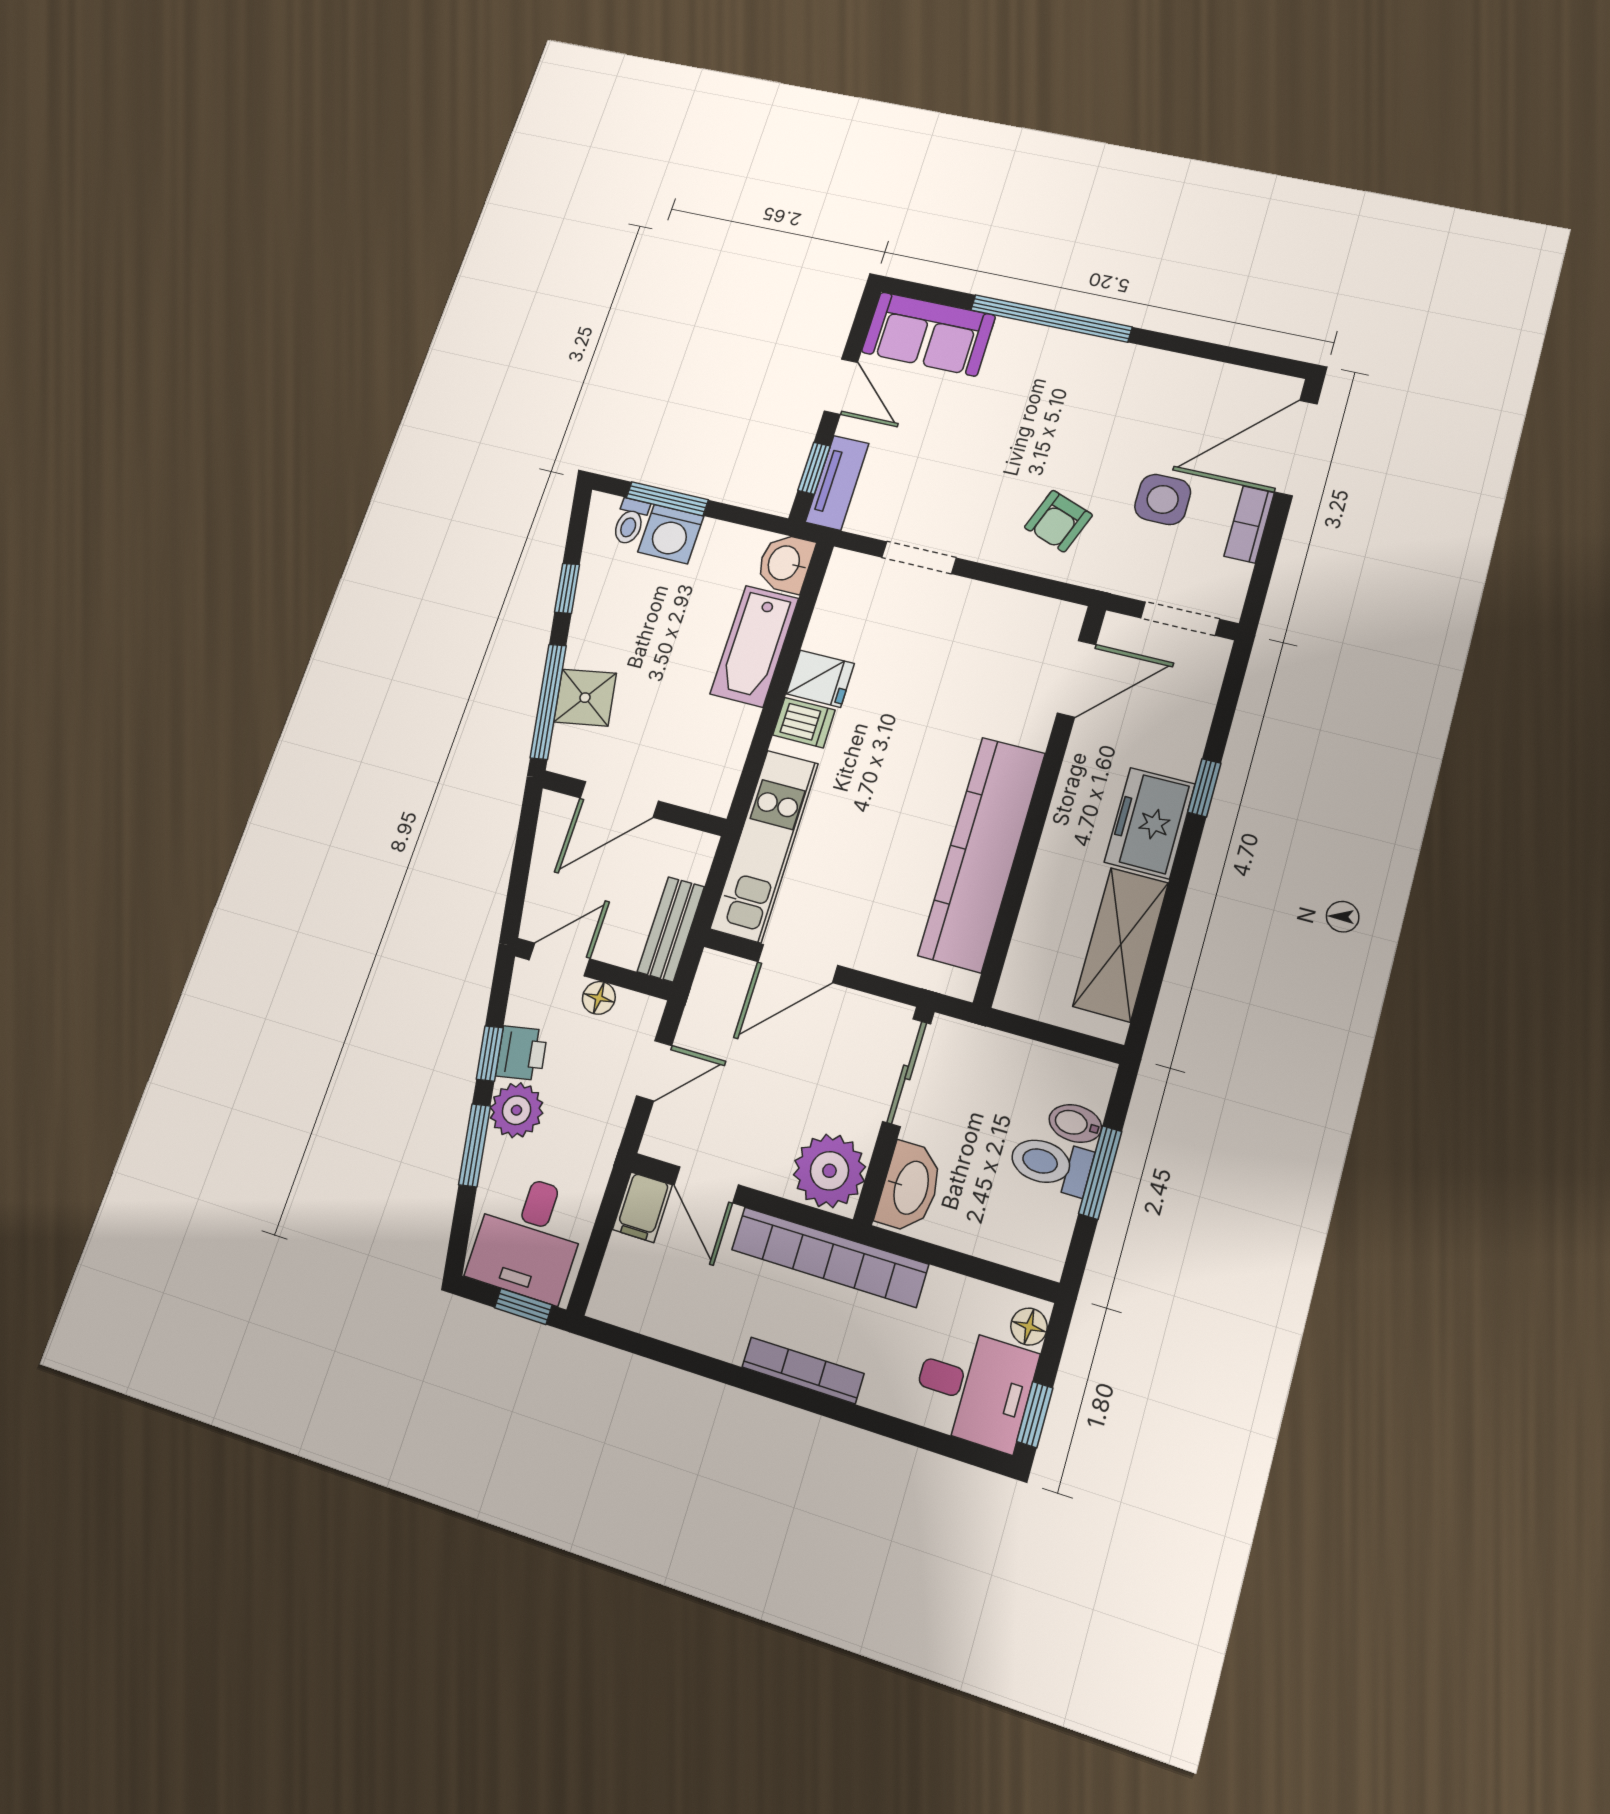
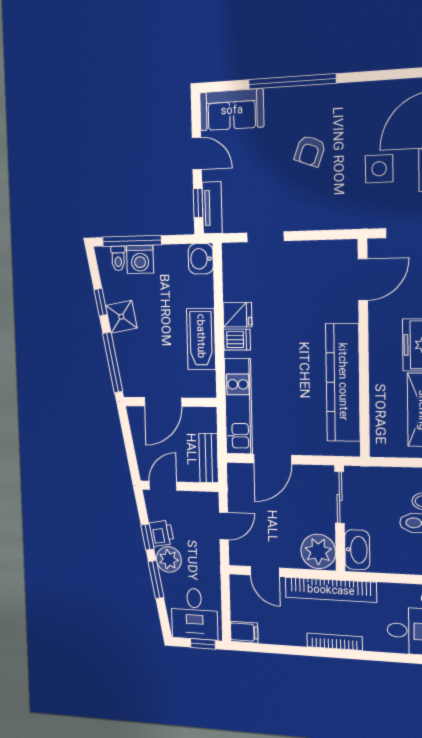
window: (667, 499) -> (132, 241), width x1.44
armchair: (1058, 521) -> (310, 151), moved
bathtub: (754, 646) -> (201, 339), moved
shower: (585, 698) -> (121, 317), moved
floor lamp: (599, 998) -> (187, 499), removed
filing cabinet: (642, 1207) -> (244, 632), moved, turned -90

